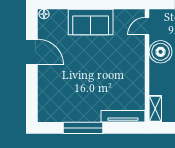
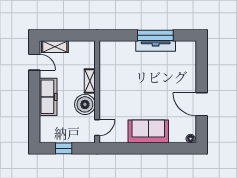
shelving: (155, 109) -> (90, 81), moved
tv unit: (123, 116) -> (156, 46), moved

